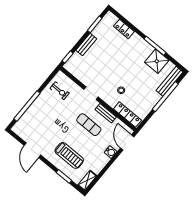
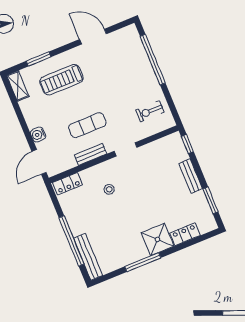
shower: (157, 61) -> (158, 239), moved
locker: (127, 115) -> (68, 184), width x0.66
door: (127, 142) -> (39, 162), swing flipped

